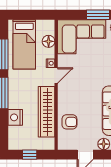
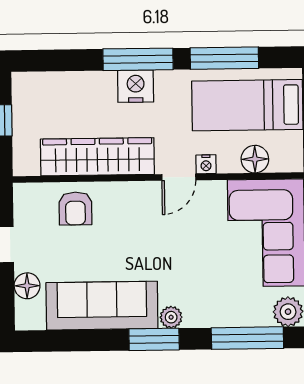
door: (56, 75) -> (179, 177), hinge flipped
nightstand: (15, 117) -> (136, 86), moved

